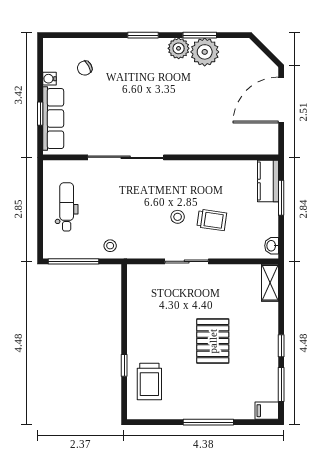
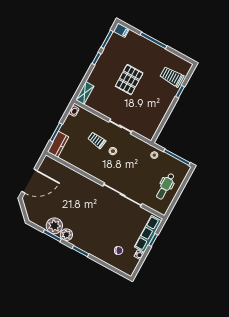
trolley: (149, 381) -> (172, 77), turned -90

